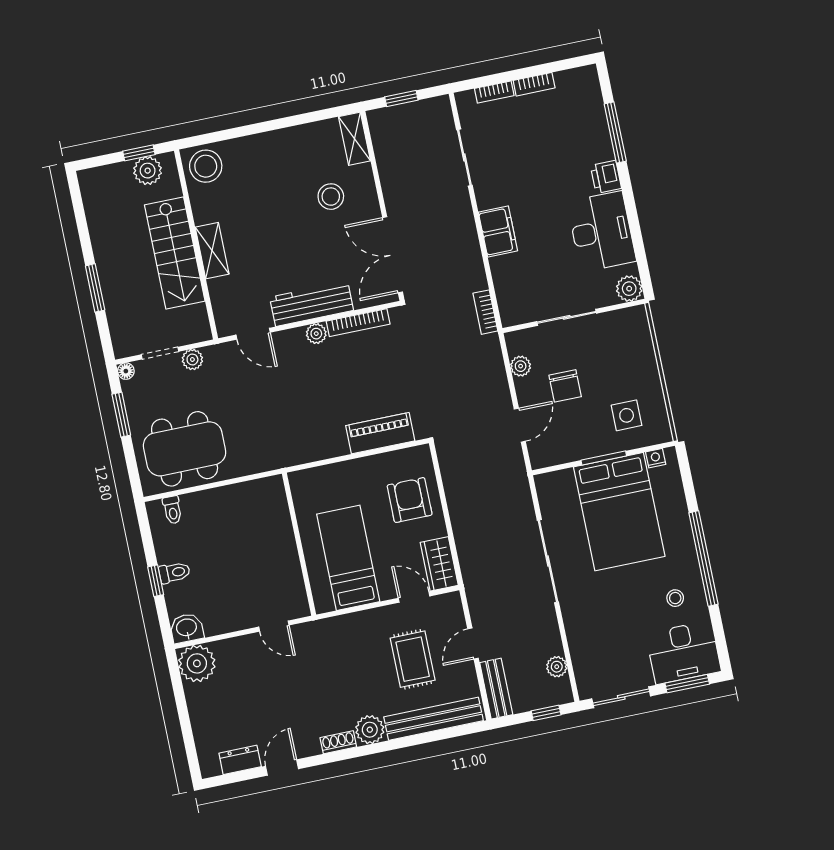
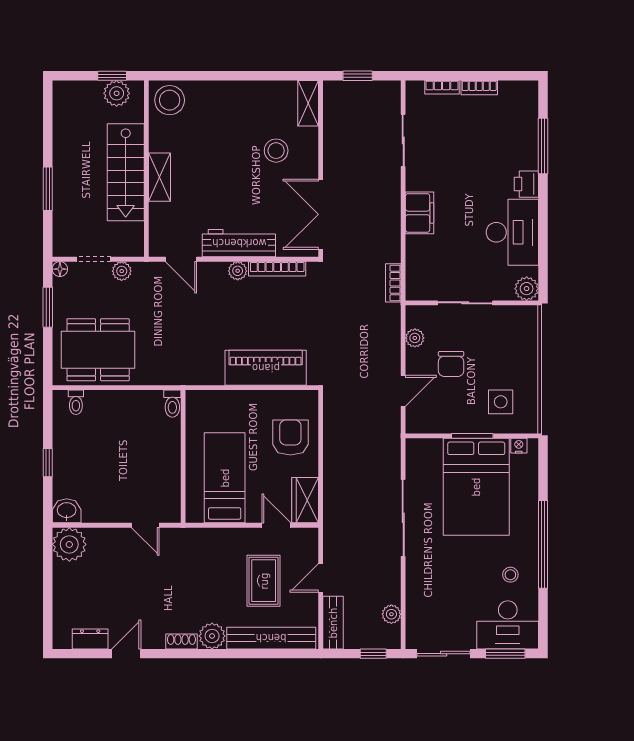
piano: (380, 433) -> (266, 368), width x1.37, depth x1.33
toilet: (174, 573) -> (172, 404), moved, turned 90

